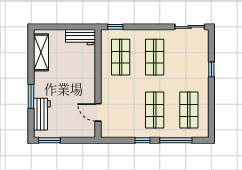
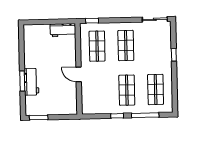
shelving: (41, 52) -> (30, 44), removed
door: (98, 112) -> (79, 74), moved
workbench: (42, 114) -> (31, 82), moved

